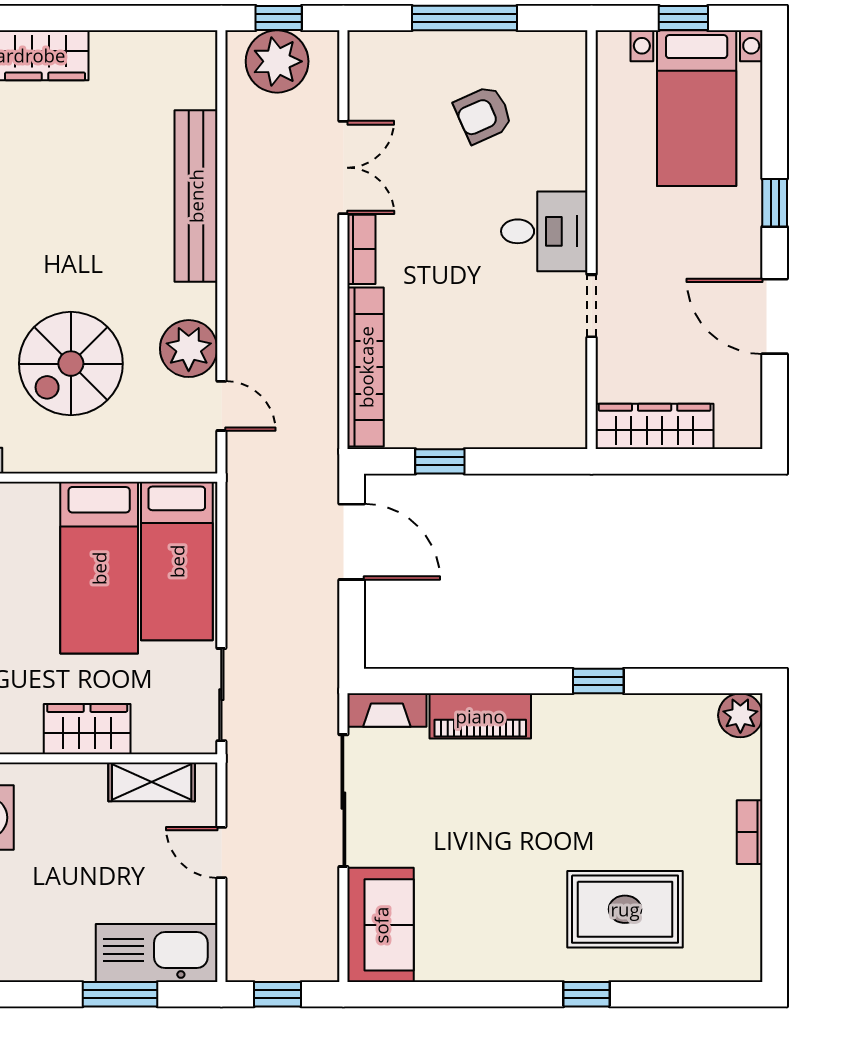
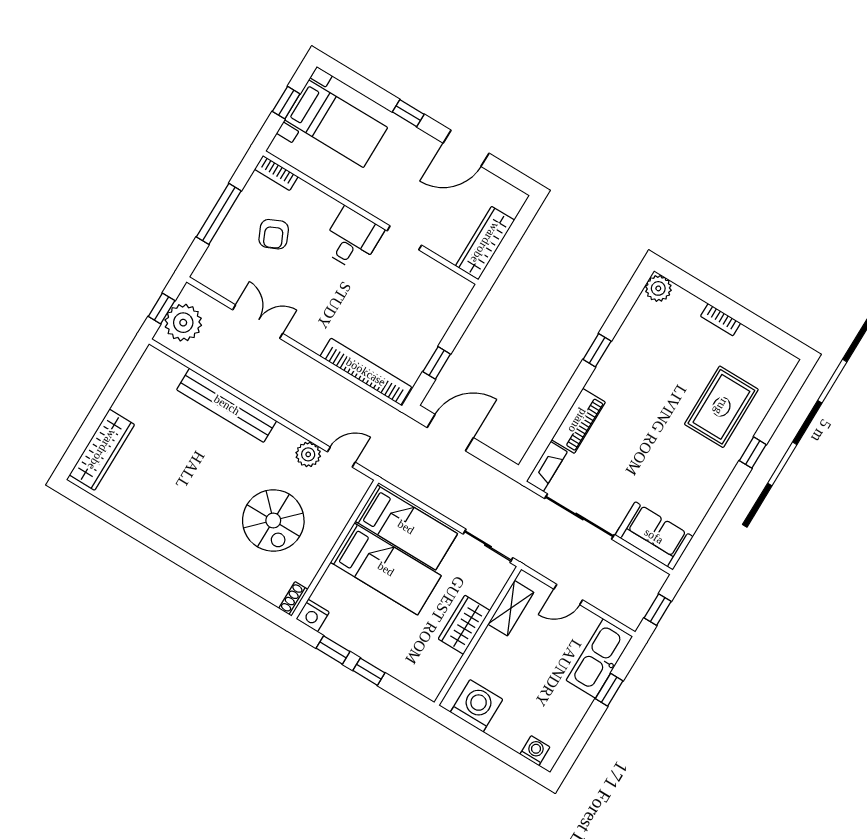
bookcase: (361, 249) -> (276, 173), moved, turned 180
plant: (189, 349) -> (308, 454), width x0.73, depth x0.73
window: (120, 994) -> (609, 690), width x0.67

